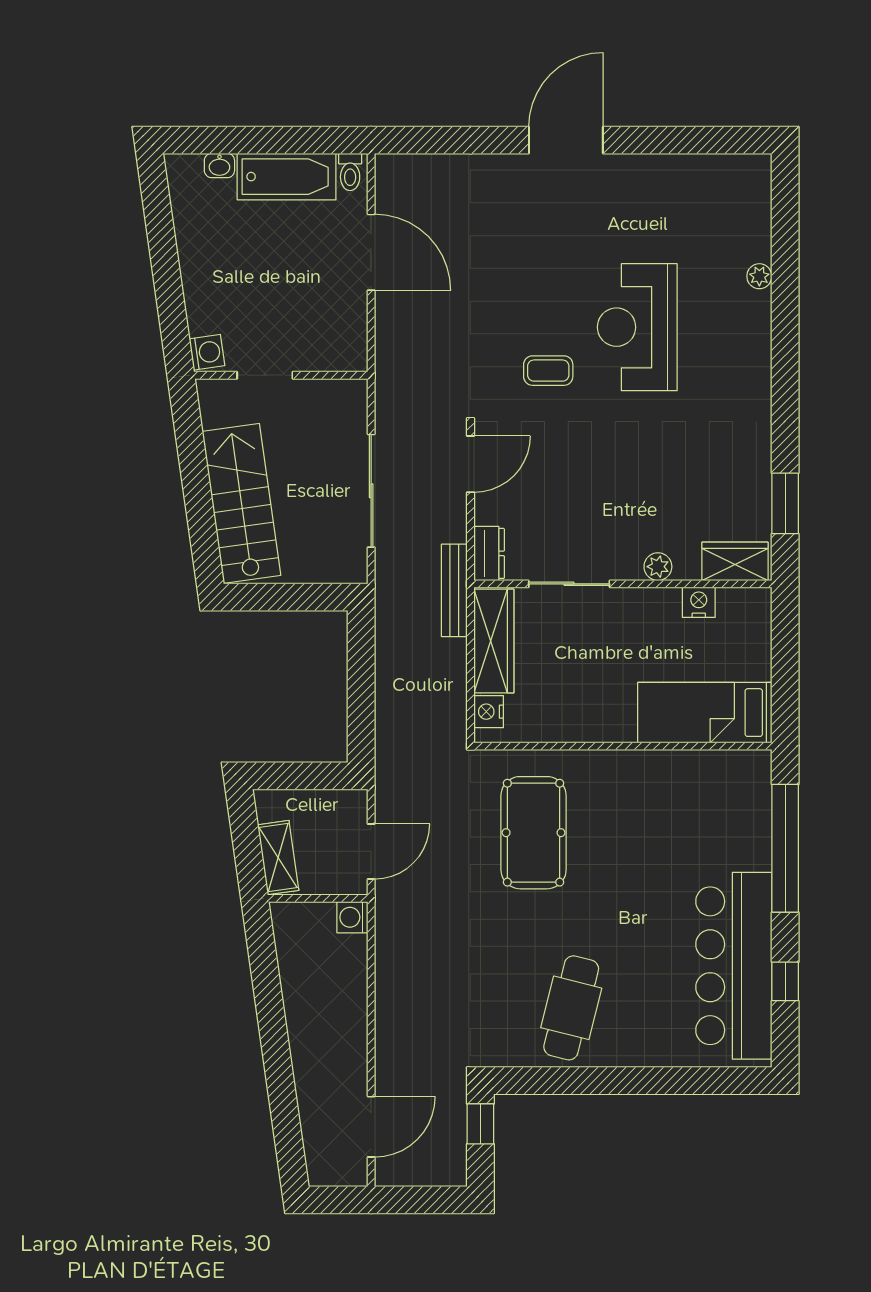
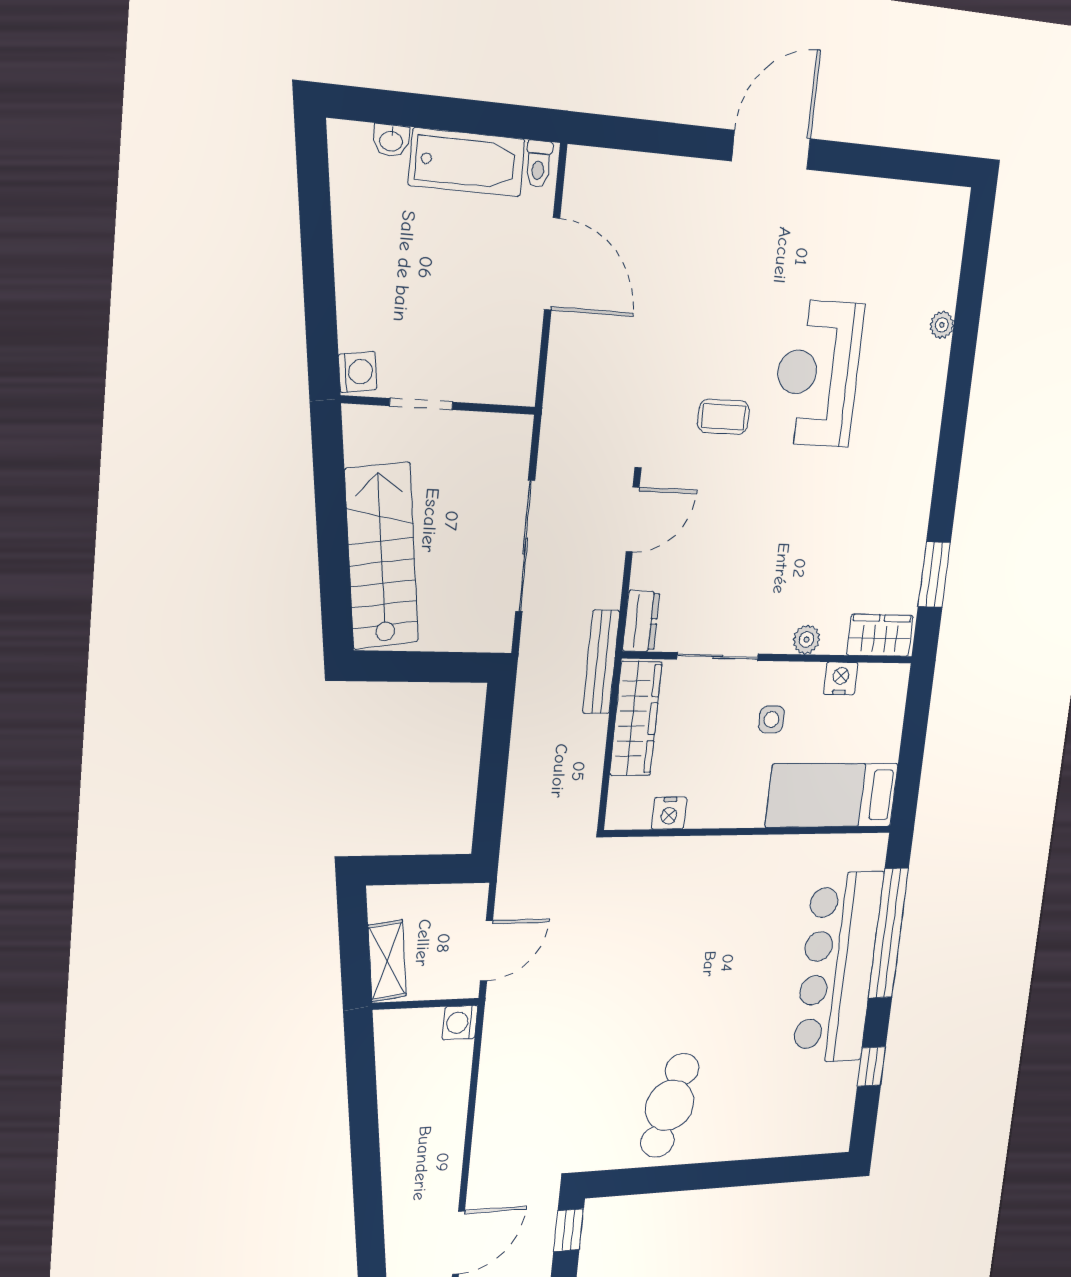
side table: (631, 641) -> (771, 719), added
nightstand: (489, 712) -> (669, 813), moved, turned -90
pool table: (534, 833) -> (653, 925), removed
bar counter: (734, 966) -> (838, 968), moved

